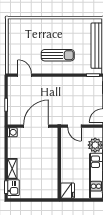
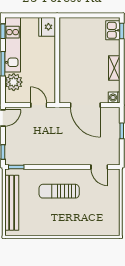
door: (36, 126) -> (85, 105), hinge flipped
shelving: (12, 169) -> (114, 68), moved

